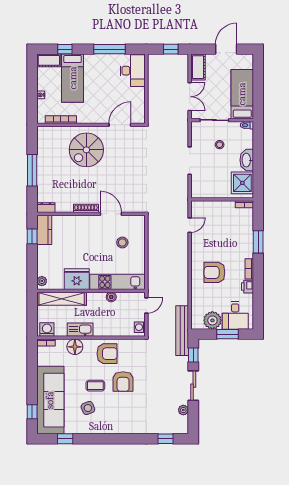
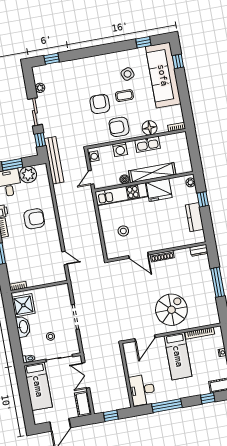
bed: (73, 78) -> (178, 356), moved, turned 180
door: (190, 225) -> (65, 258), swing flipped
kitchen counter: (44, 230) -> (194, 217), moved
window: (32, 236) -> (203, 199), moved
shelving: (62, 299) -> (152, 173), moved
washing machine: (47, 330) -> (120, 149), moved

